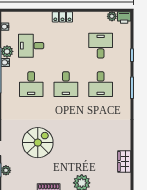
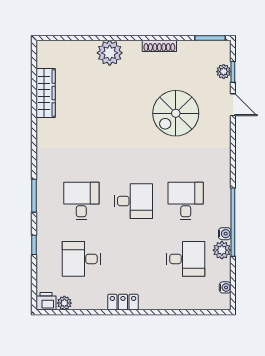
locker: (62, 17) -> (123, 302), moved
desk: (101, 46) -> (81, 259), turned 90
desk: (66, 84) -> (133, 201), turned 90
wardrobe: (124, 162) -> (46, 93), width x1.50

